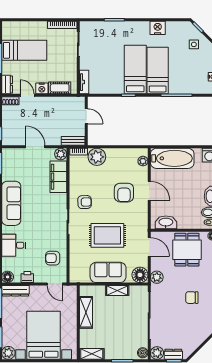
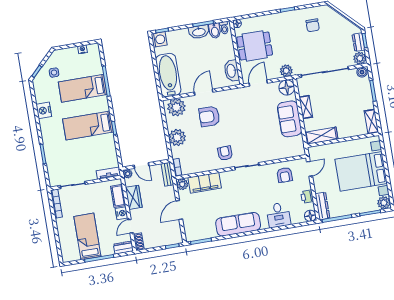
bed: (158, 70) -> (83, 88), moved
plant: (80, 101) -> (128, 174), added
wardrobe: (56, 103) -> (134, 197), added
door: (86, 116) -> (141, 165), swing flipped
plant: (97, 157) -> (177, 137), moved
plant: (143, 161) -> (176, 107), width x1.88, depth x1.88
armchair: (124, 193) -> (209, 116), turned 180
rug: (107, 235) -> (254, 125), removed
chair: (192, 298) -> (313, 25), moved
shelving: (86, 312) -> (321, 136), moved

